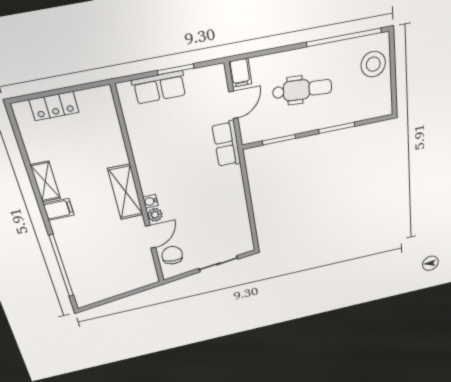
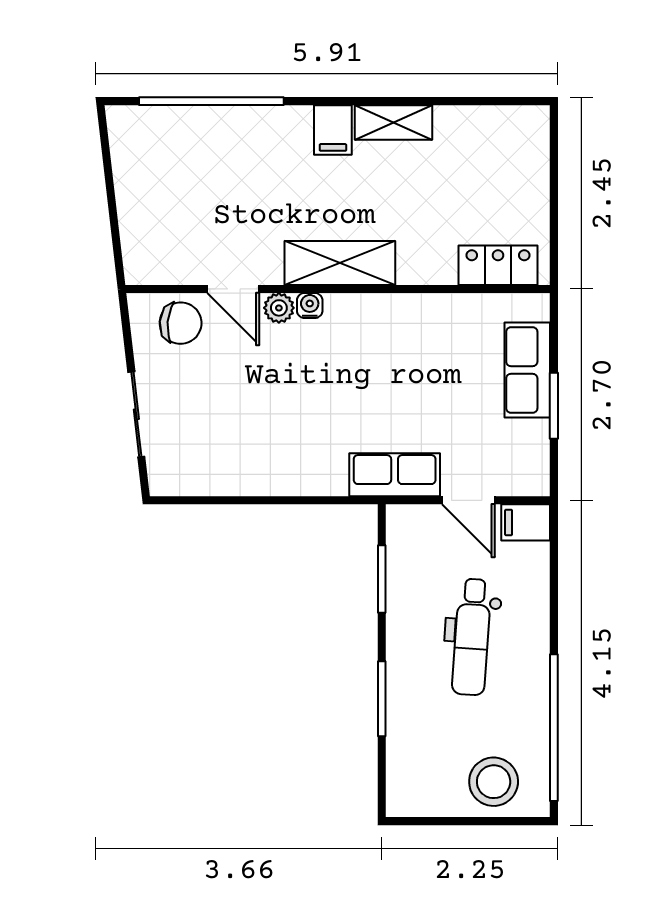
locker: (54, 106) -> (498, 265), moved, turned 90

